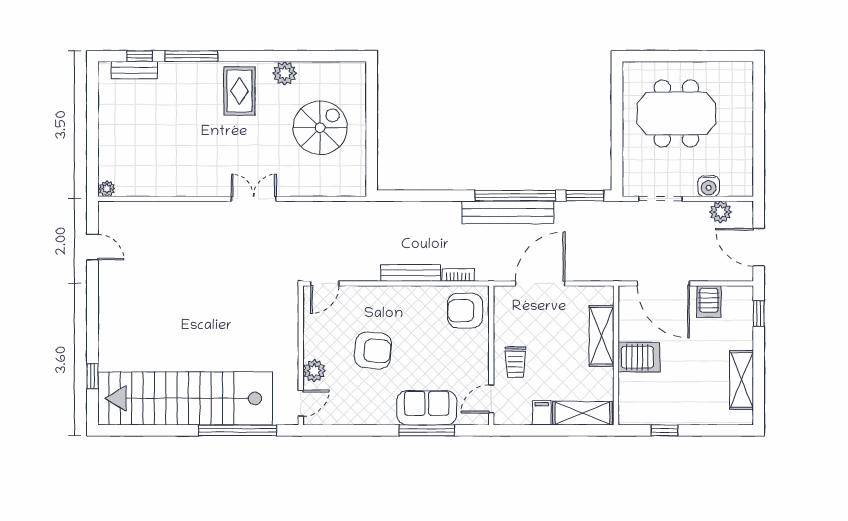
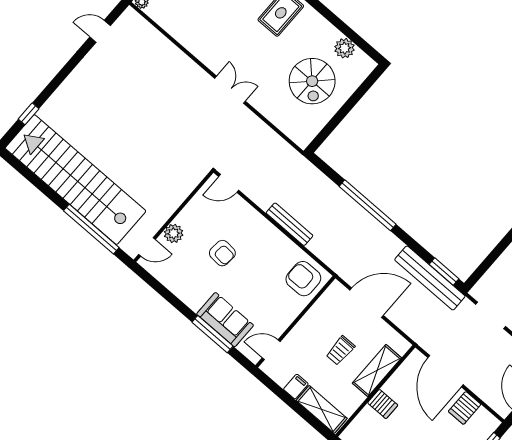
plant: (285, 73) -> (345, 48), moved
spiral stairs: (320, 128) -> (312, 81), turned 90
window: (515, 196) -> (368, 205), moved
bench: (508, 212) -> (430, 278), moved
door: (93, 247) -> (100, 31), swing flipped
bookcase: (458, 275) -> (319, 252), removed
armchair: (373, 350) -> (222, 253), width x0.72, depth x0.72
server rack: (639, 357) -> (383, 404), width x0.73, depth x0.70
trolley: (515, 362) -> (340, 350), moved

